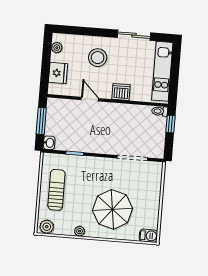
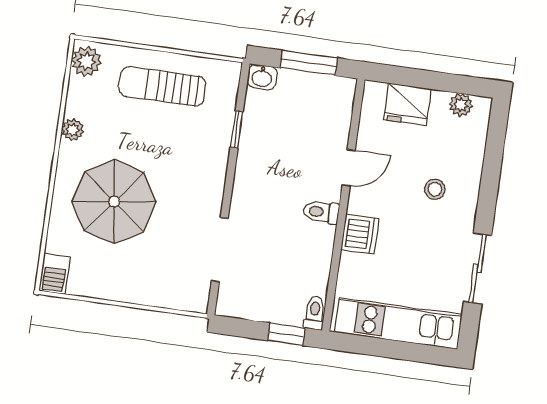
stool: (98, 58) -> (435, 189), width x0.53, depth x0.53
toilet: (112, 111) -> (321, 212), added
sun lounger: (56, 190) -> (162, 86), turned 180

